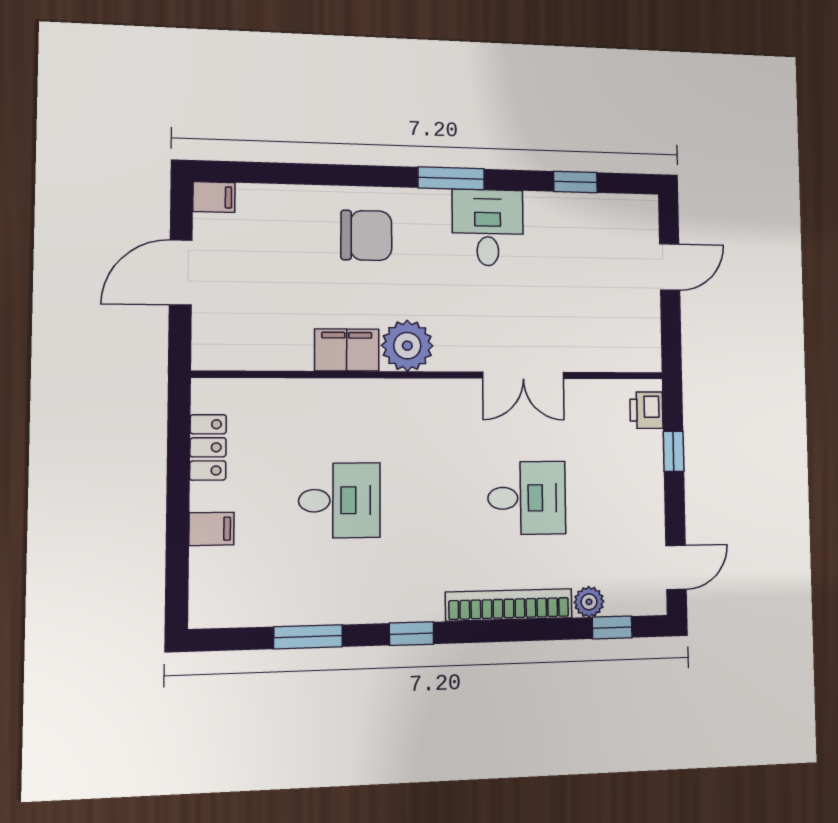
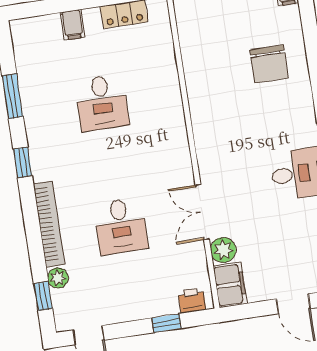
chair: (366, 235) -> (269, 64), moved
plant: (407, 346) -> (223, 250), moved, width x0.73, depth x0.73
filing cabinet: (347, 350) -> (230, 285), moved

